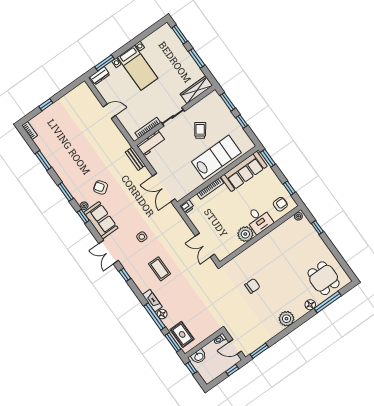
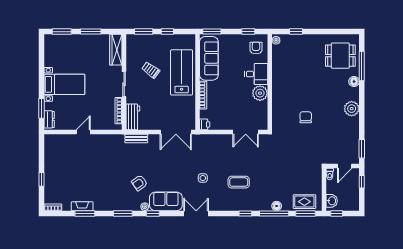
double door: (109, 252) -> (196, 213), swing flipped
window: (125, 275) -> (245, 213), moved
fireplace: (152, 301) -> (82, 206), moved

